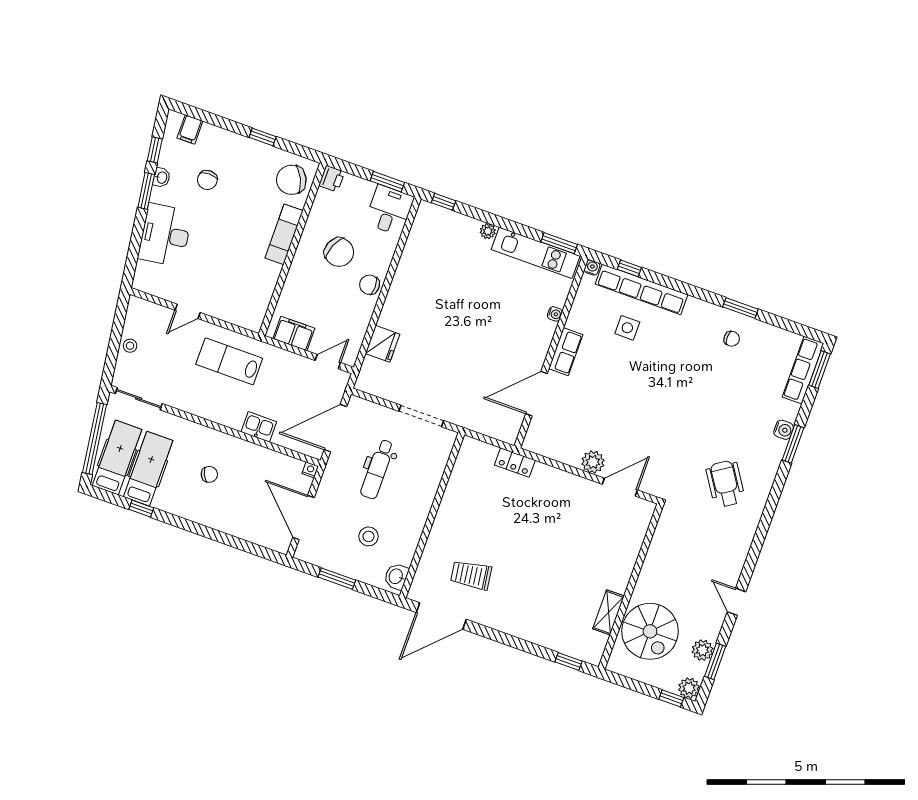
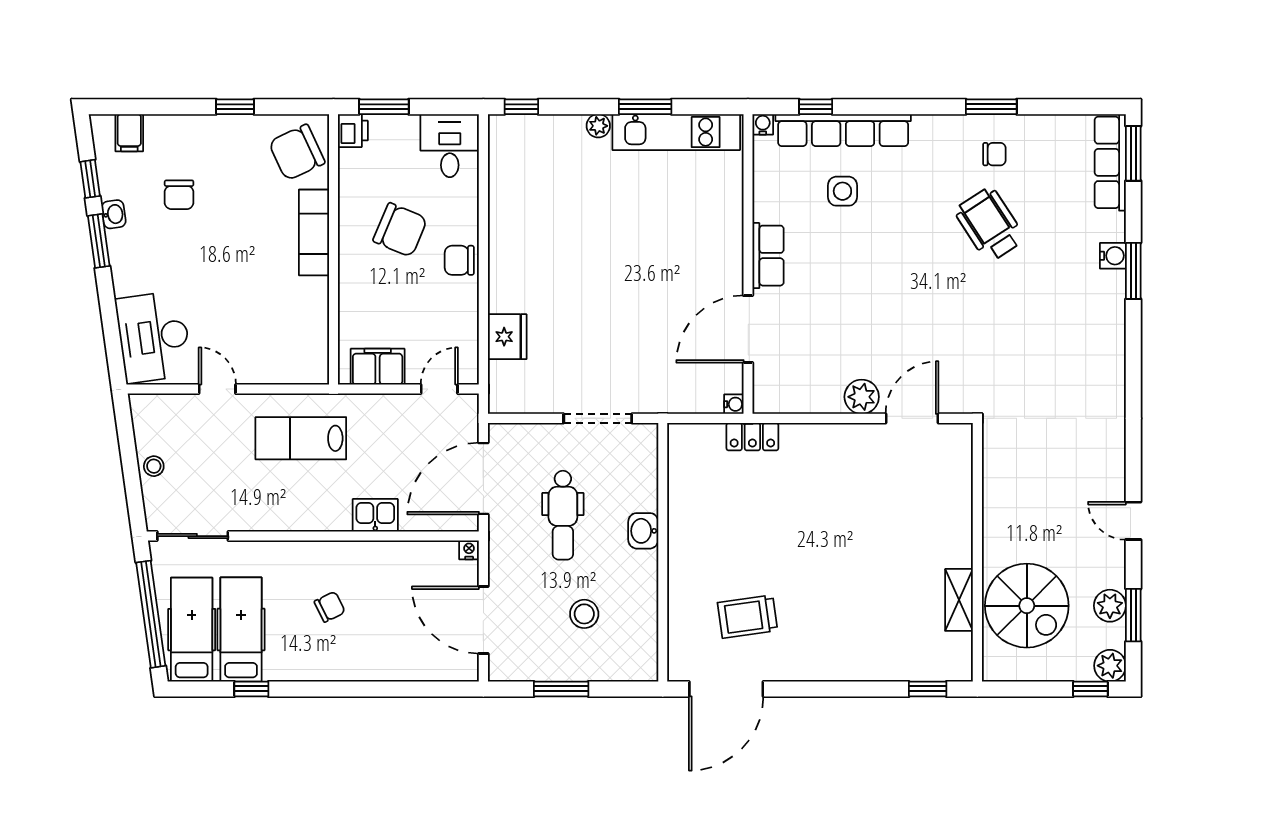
window: (387, 182) -> (384, 107), moved
desk: (165, 235) -> (154, 337), moved
window: (559, 243) -> (645, 107), moved
door: (188, 311) -> (217, 389), swing flipped
water cooler: (555, 314) -> (734, 404), moved
wheelchair: (725, 484) -> (990, 225), moved
washbasin: (396, 576) -> (643, 531), moved

